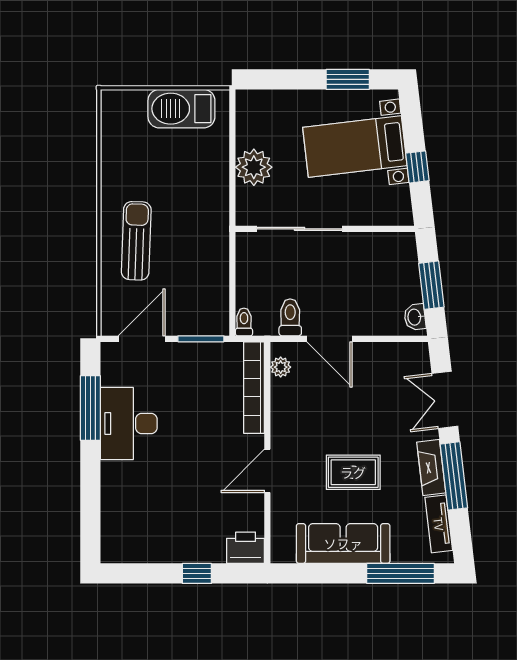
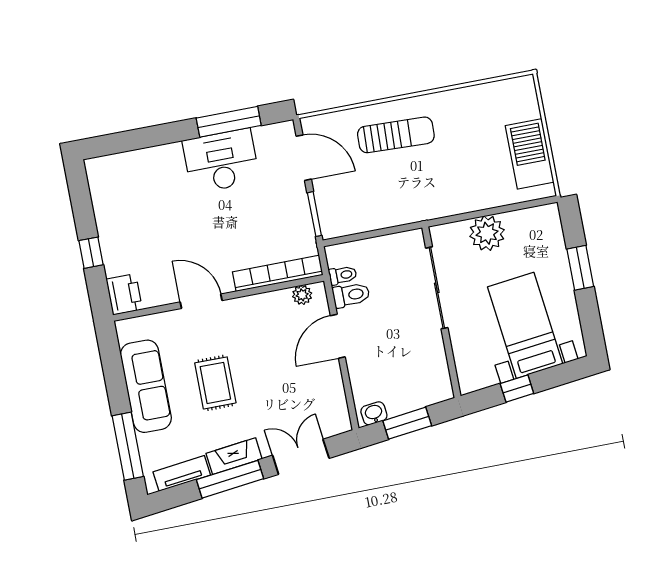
window: (348, 79) -> (580, 268), moved
toilet: (244, 322) -> (343, 275), moved

